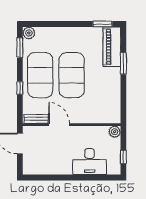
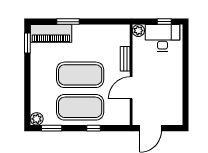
bench: (36, 119) -> (125, 59), moved
desk: (90, 162) -> (163, 38), moved, turned -90

